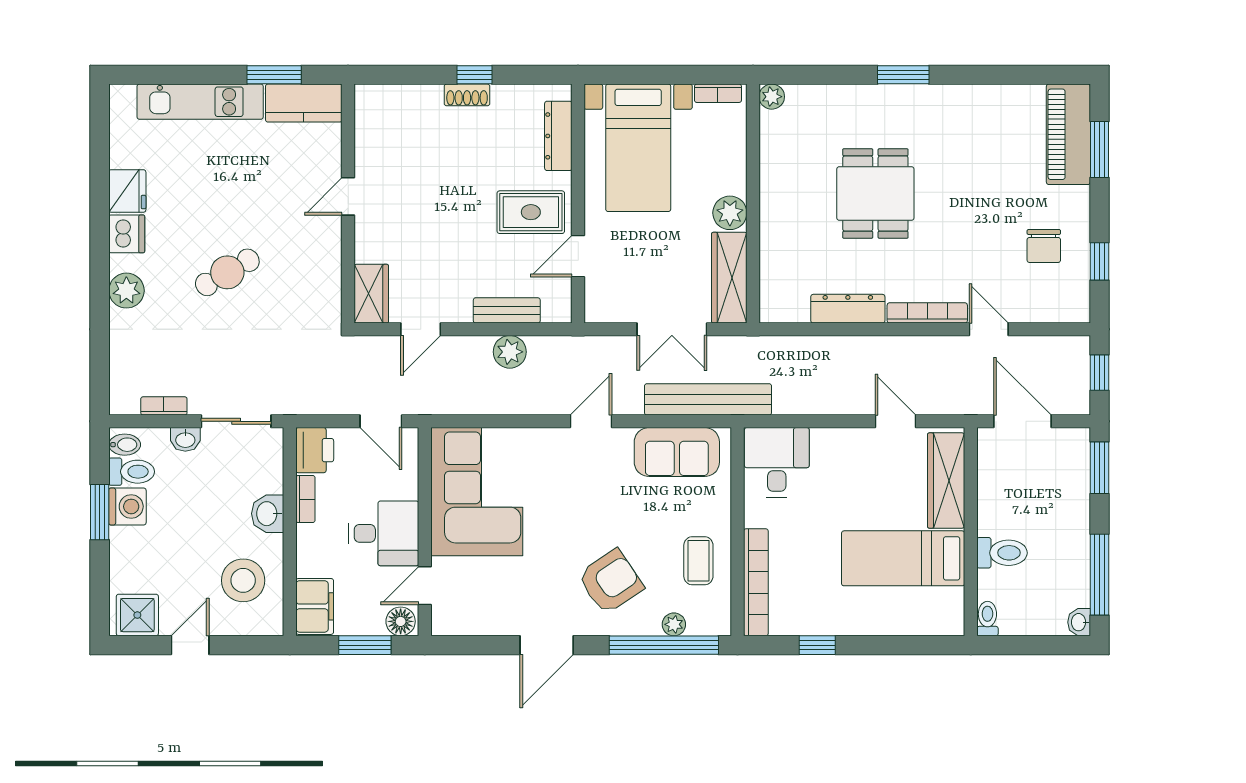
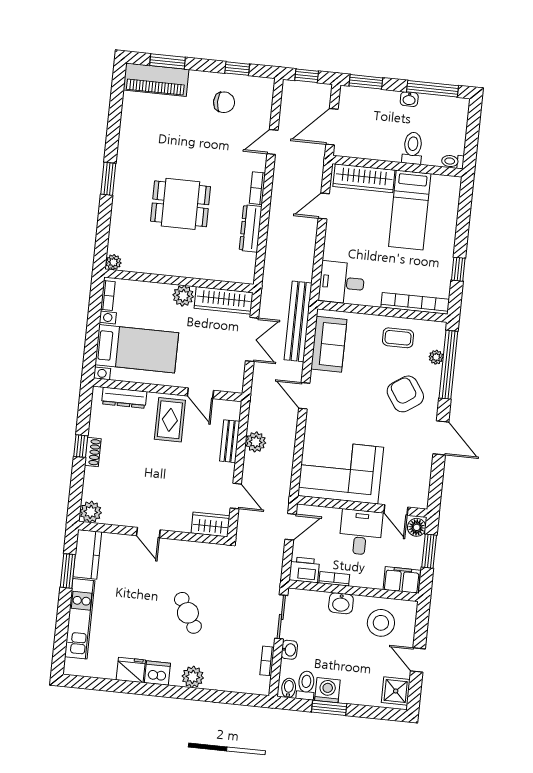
plant: (372, 101) -> (91, 512), added
bookcase: (927, 313) -> (257, 188), width x0.64
washbasin: (1079, 622) -> (409, 99), moved

